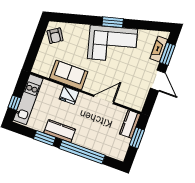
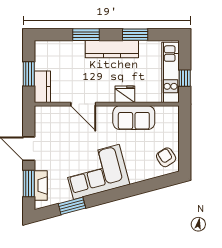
window: (113, 22) -> (72, 206), moved
door: (104, 99) -> (83, 104), hinge flipped
window: (15, 103) -> (185, 78), moved
kitchen counter: (60, 131) -> (112, 49), width x1.50
window: (82, 152) -> (86, 35), width x0.47

